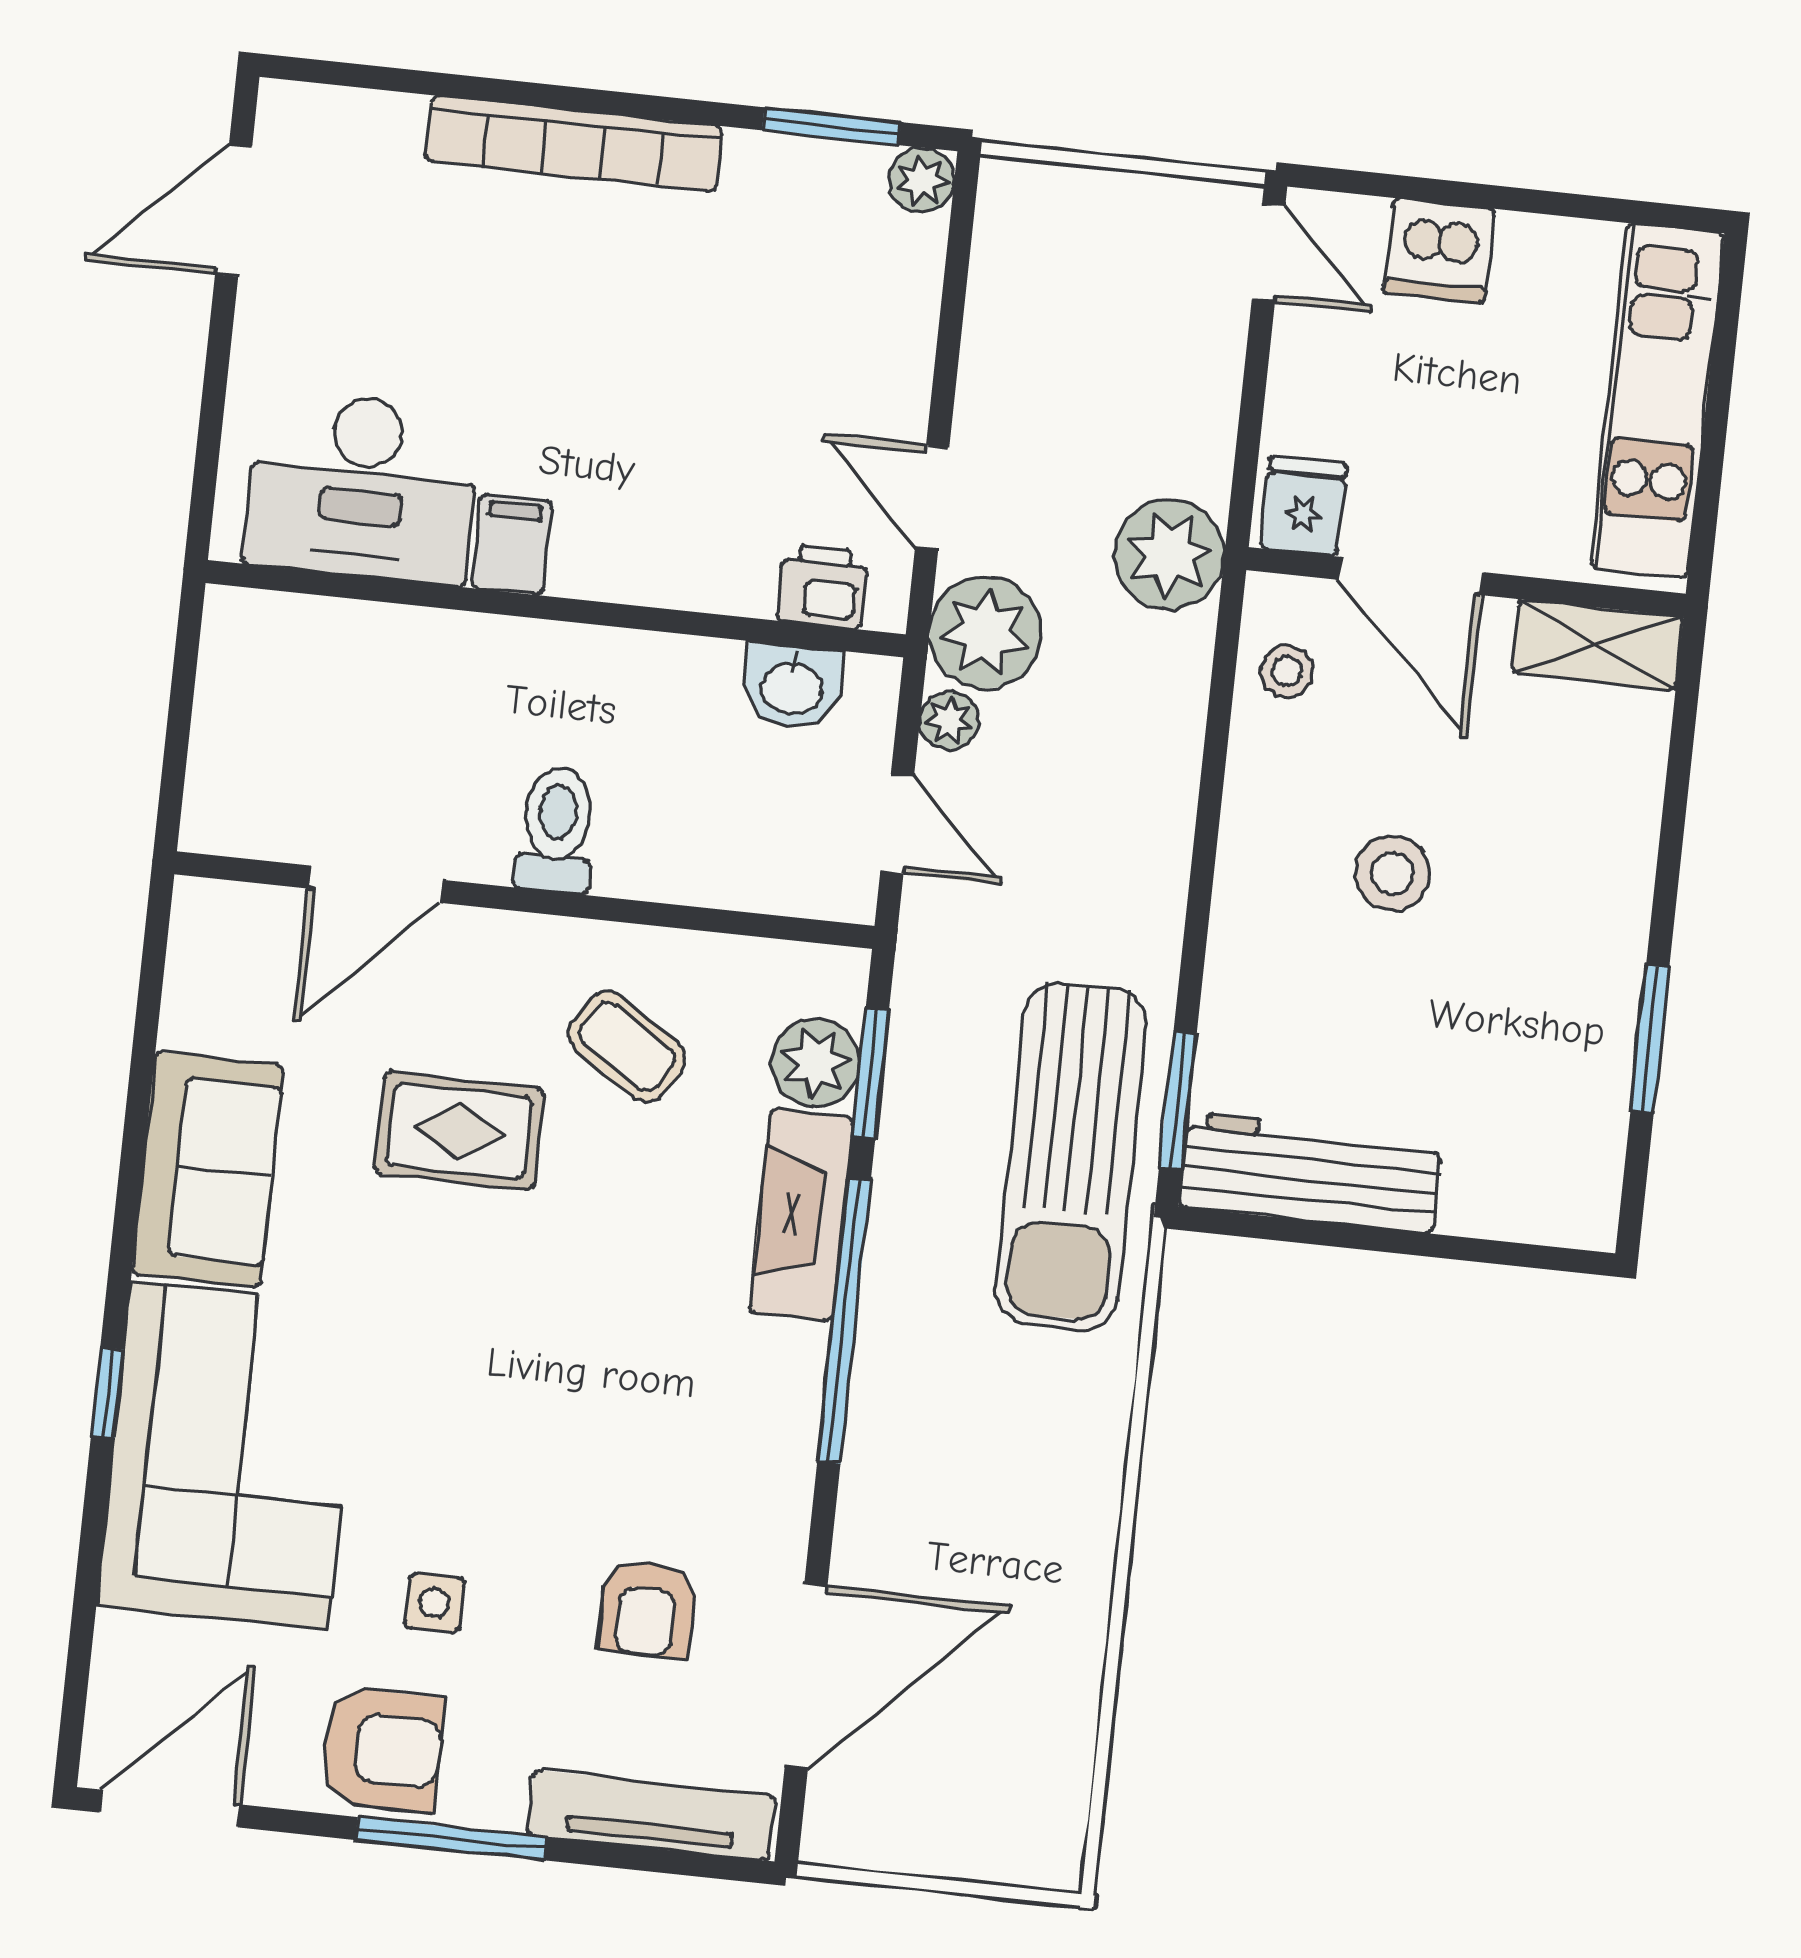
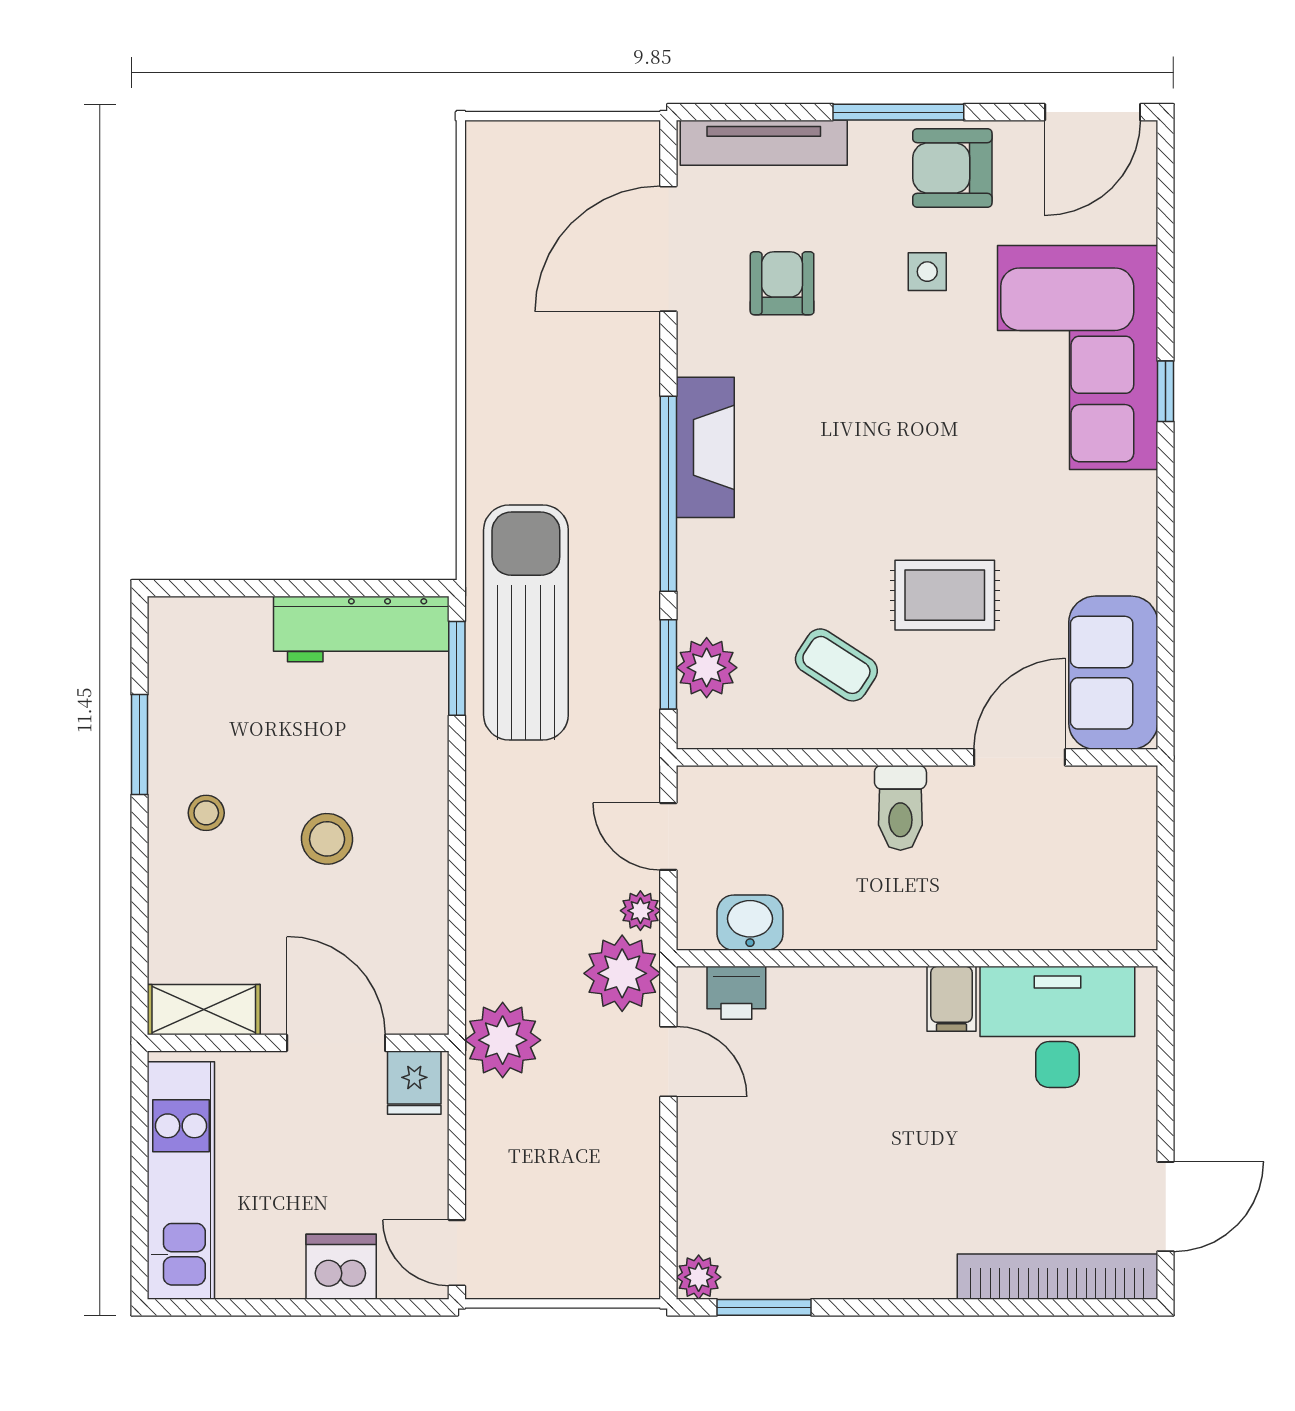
bookcase: (573, 144) -> (1057, 1277), moved
stool: (1287, 671) -> (206, 813), moved
sofa: (208, 1170) -> (1113, 673), moved
fireplace: (801, 1215) -> (705, 447), moved

